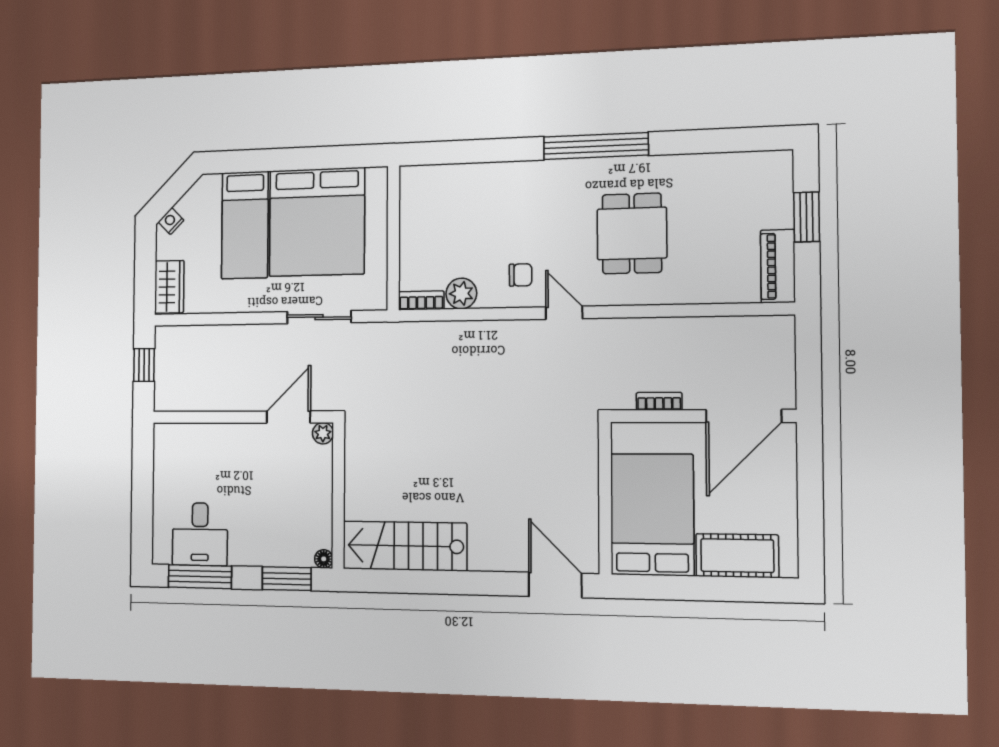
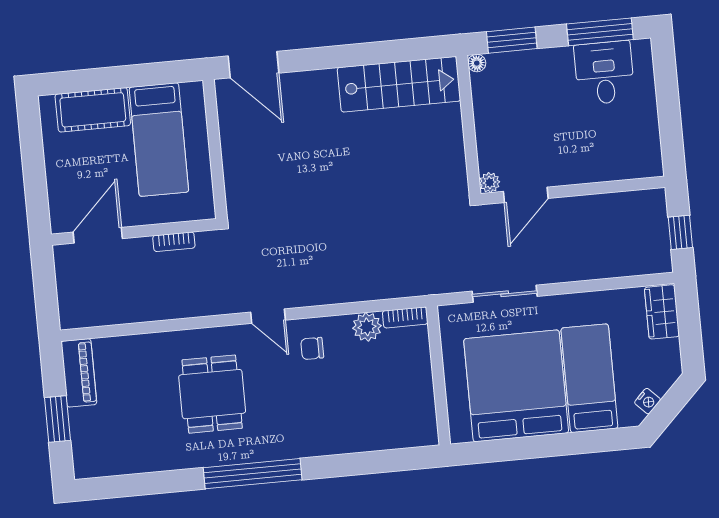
nightstand: (171, 221) -> (647, 401), moved
door: (744, 416) -> (98, 235), width x0.73
bed: (652, 515) -> (159, 140), width x0.67

